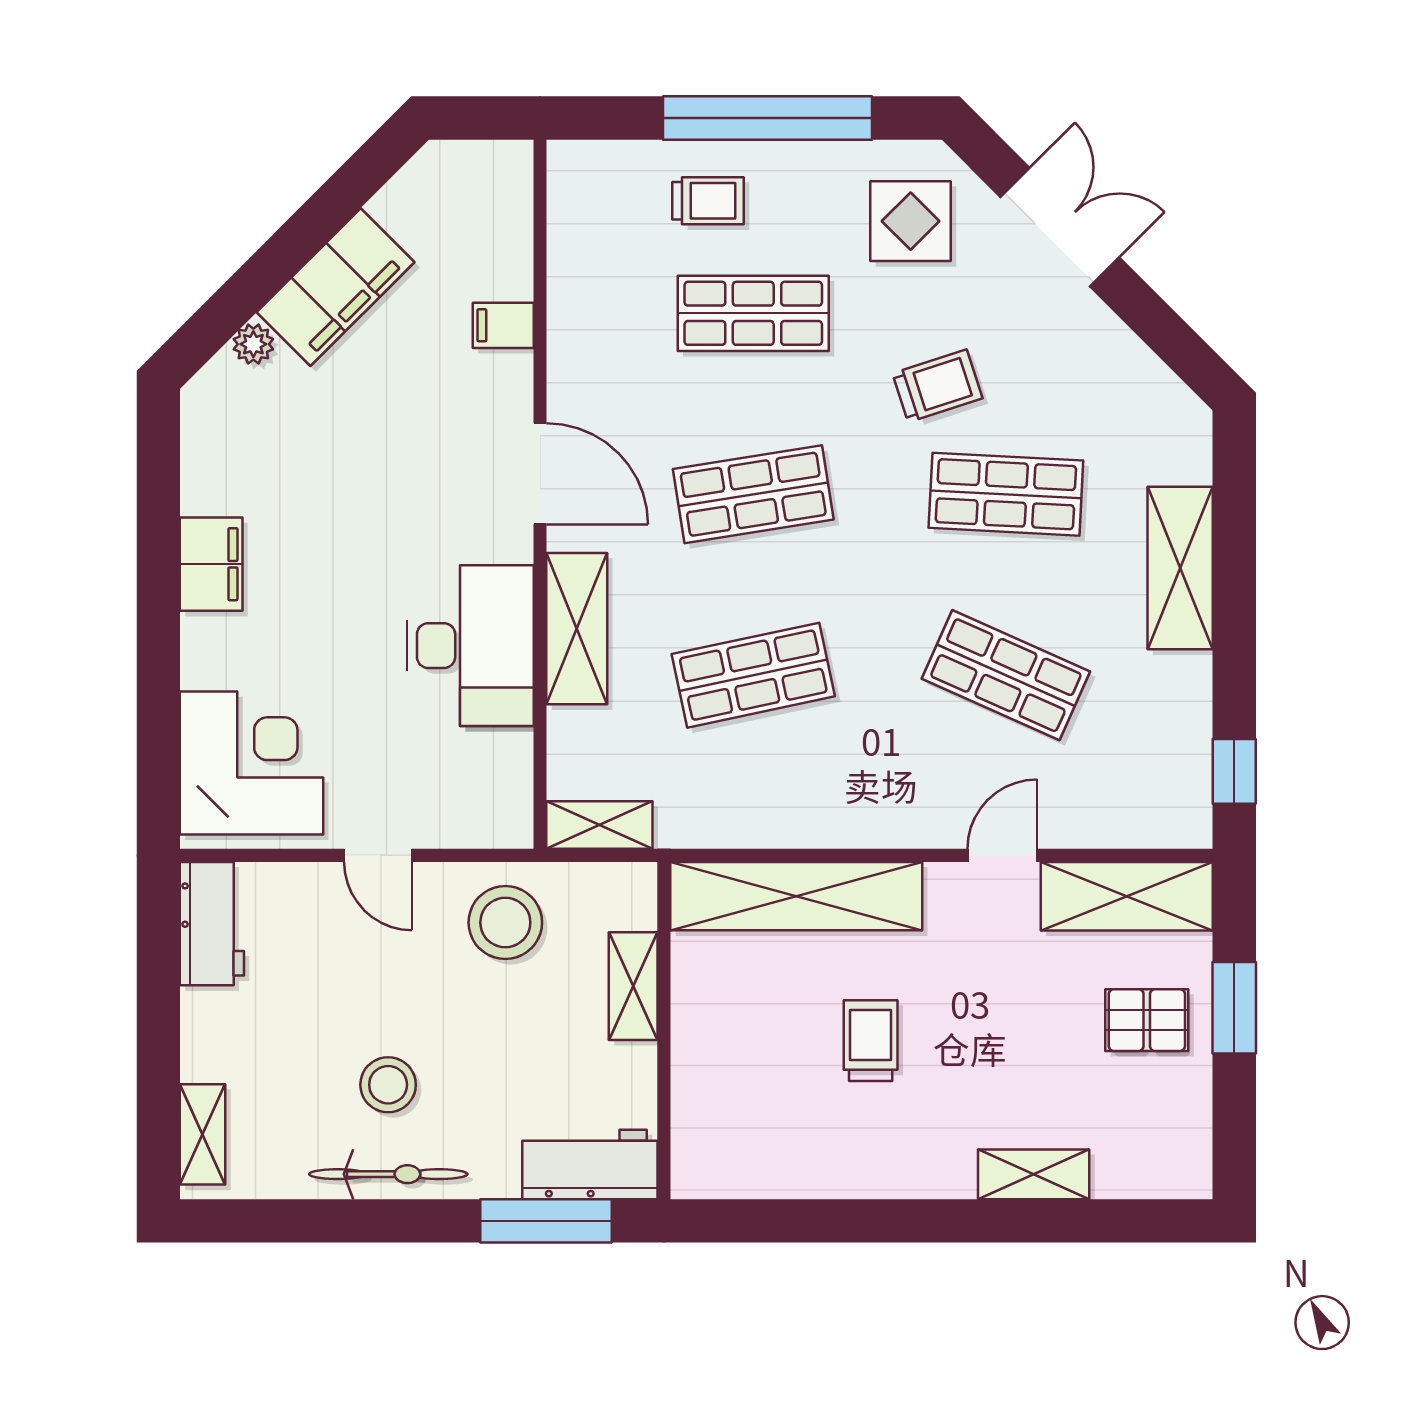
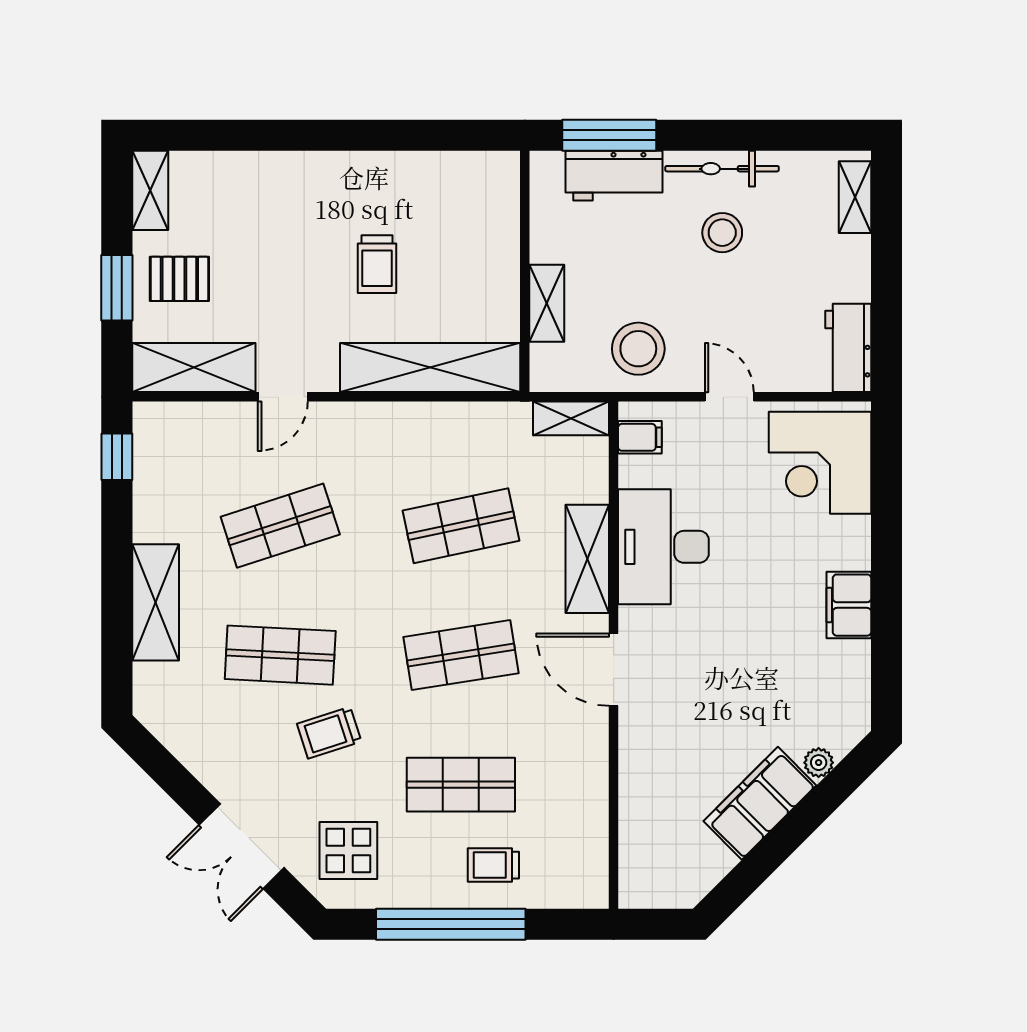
filing cabinet: (503, 325) -> (640, 437), moved
shop shelf: (1006, 675) -> (280, 526), turned -42
workbench: (590, 1164) -> (614, 176), moved
shelving: (1034, 1174) -> (150, 190), moved, turned 90

